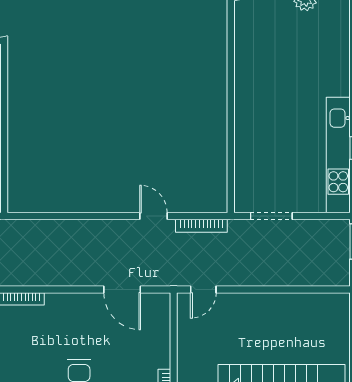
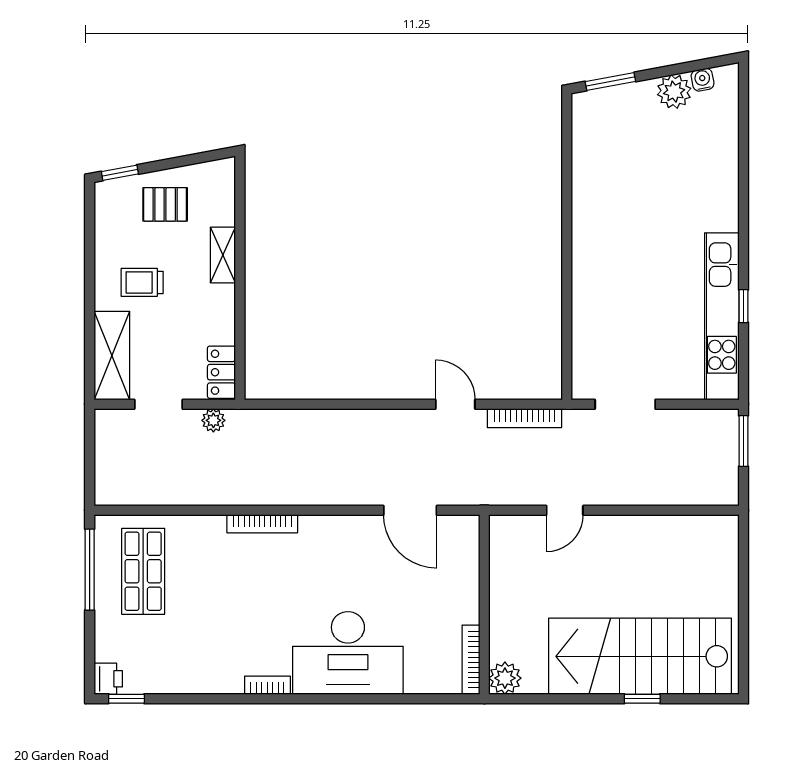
door: (203, 290) -> (565, 510), moved

